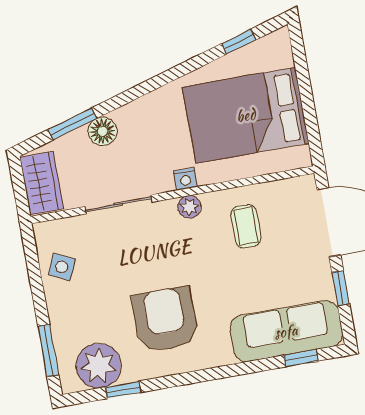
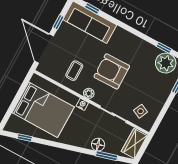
side table: (62, 267) -> (141, 111), moved
armchair: (165, 320) -> (112, 71), moved, turned 89

